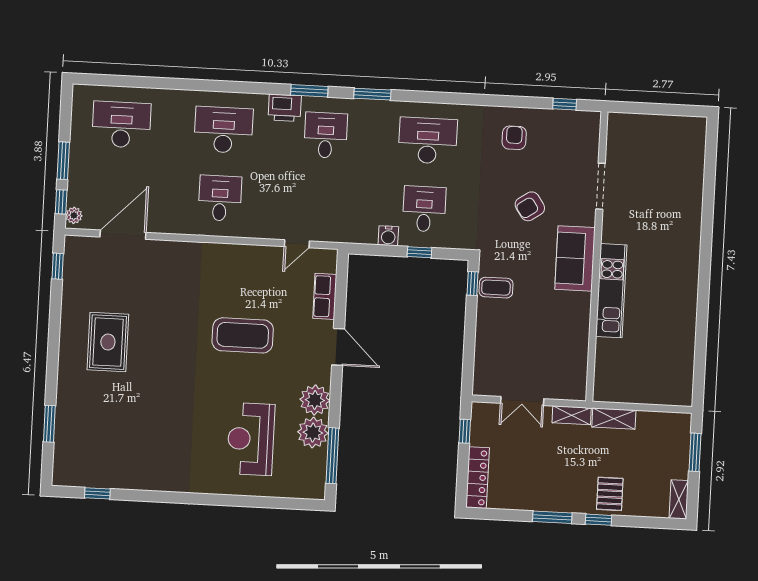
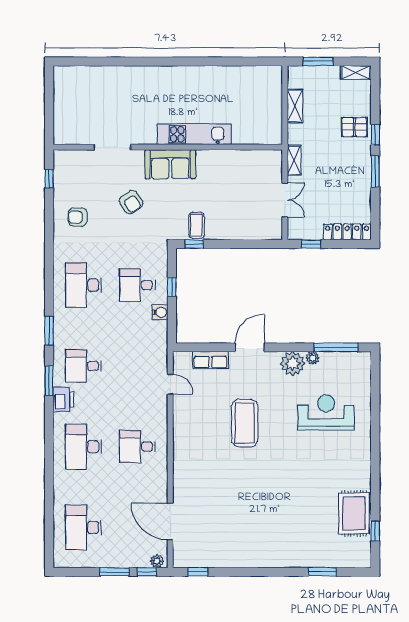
rug: (108, 342) -> (354, 513), moved, turned 90
shelving: (614, 419) -> (295, 106), moved
plant: (313, 433) -> (313, 358), width x0.53, depth x0.53
reception desk: (251, 439) -> (326, 412), turned 180

